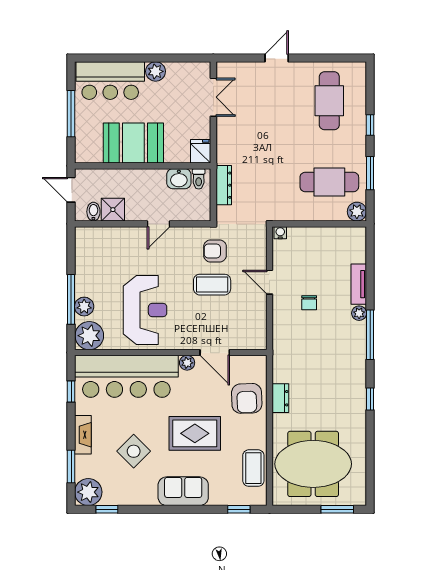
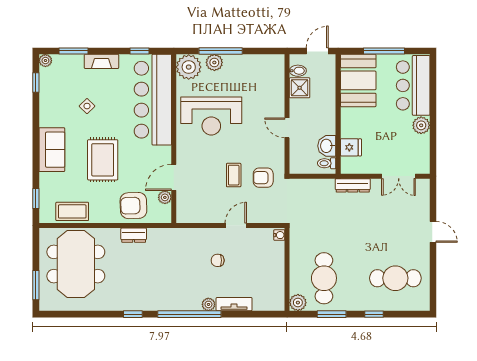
booth: (133, 143) -> (358, 80), moved
fridge: (201, 151) -> (351, 147), moved
dresser: (224, 185) -> (353, 185), moved
armchair: (215, 251) -> (263, 178), turned -90
coffee table: (212, 285) -> (234, 175), width x0.73, depth x0.77
window: (370, 335) -> (189, 314), width x1.46
plant: (187, 363) -> (165, 197), moved
side table: (134, 451) -> (87, 106), width x0.54, depth x0.54
plant: (88, 492) -> (45, 61), width x0.53, depth x0.53

